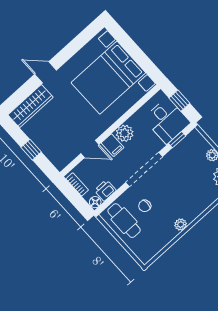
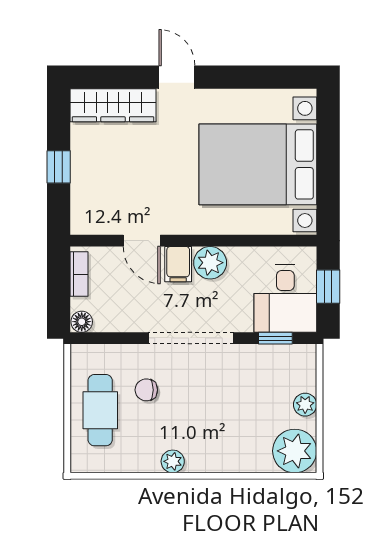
printer: (105, 190) -> (111, 318), removed
cafe table: (124, 221) -> (100, 410), moved

